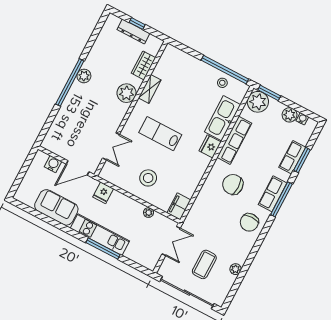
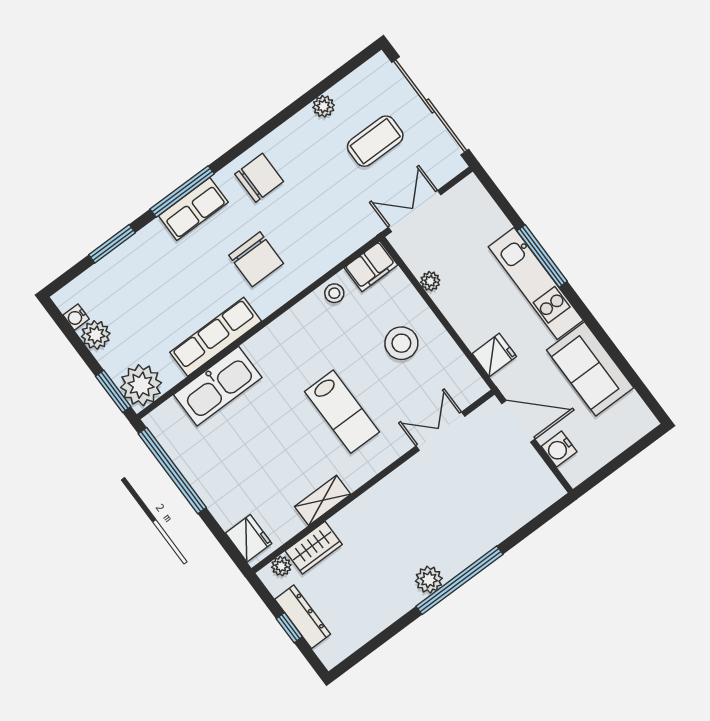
stool: (222, 83) -> (334, 293), moved
plant: (127, 93) -> (281, 566), moved, width x0.53, depth x0.53
fridge: (210, 146) -> (249, 538), moved, turned -90
row of seats: (292, 157) -> (127, 257), removed

